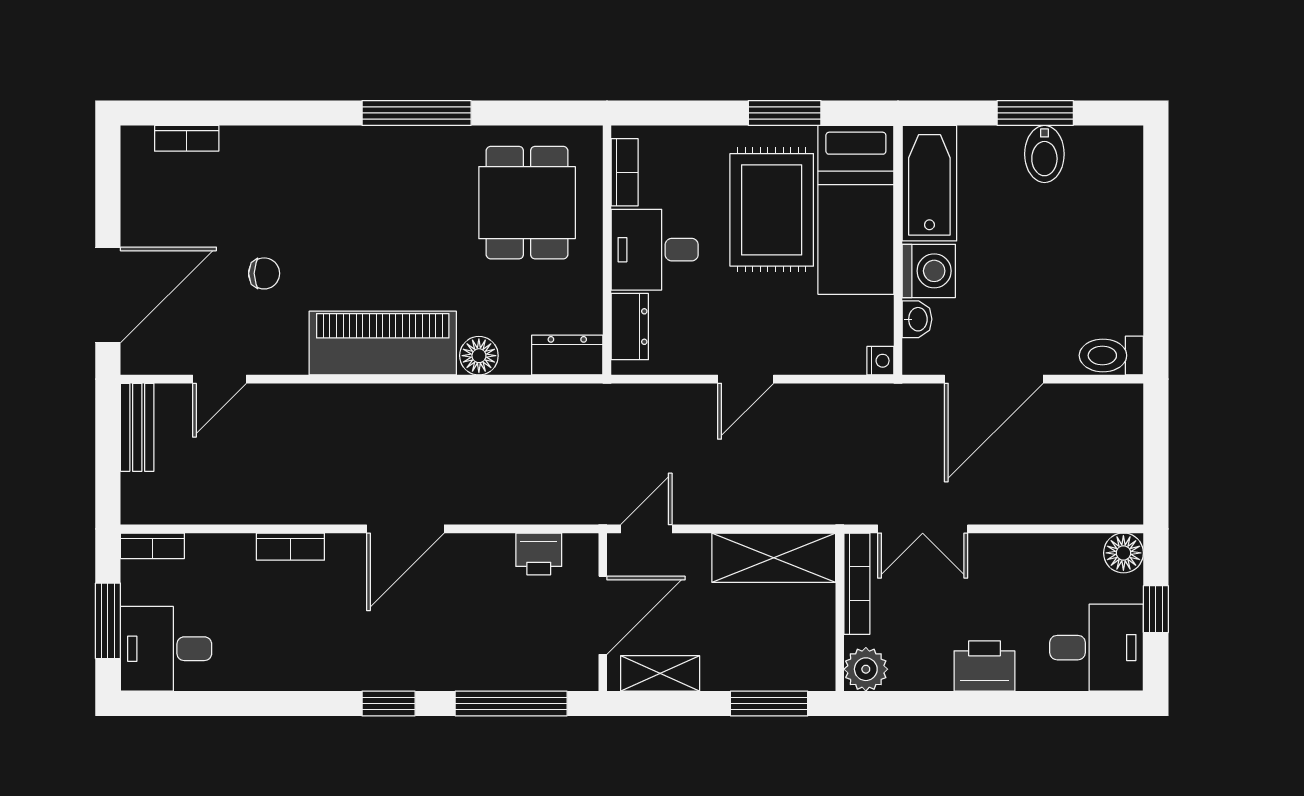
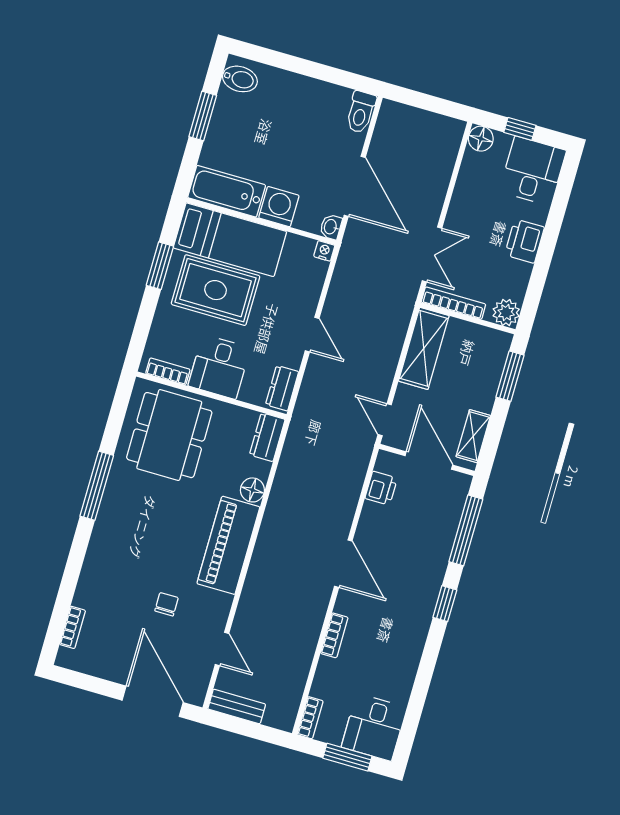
bidet: (1044, 154) -> (240, 79), moved
dining table: (527, 203) -> (169, 435), width x1.37
washbasin: (917, 319) -> (331, 227), moved, turned -90
dresser: (630, 327) -> (282, 388), moved, turned -90

